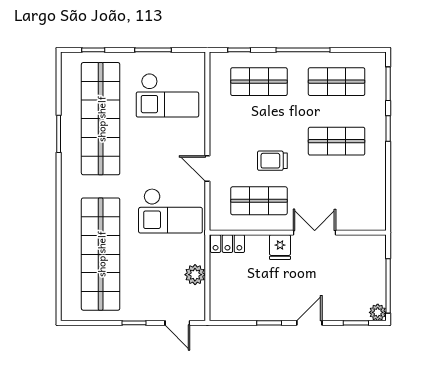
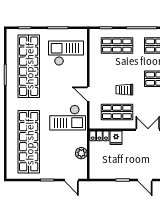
checkout: (167, 95) -> (66, 53), turned 180
fridge: (280, 247) -> (116, 138), moved
door: (309, 323) -> (145, 180), swing flipped

